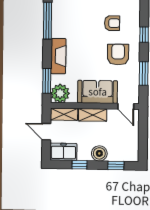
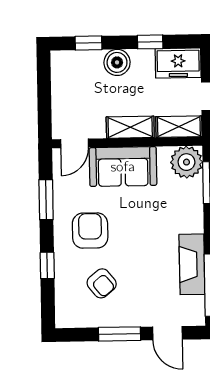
armchair: (112, 23) -> (102, 283), turned -129
armchair: (118, 55) -> (90, 231), turned 180
fireplace: (58, 56) -> (192, 264), moved
door: (126, 106) -> (75, 143), swing flipped

